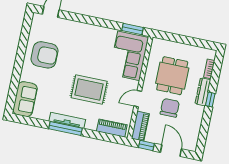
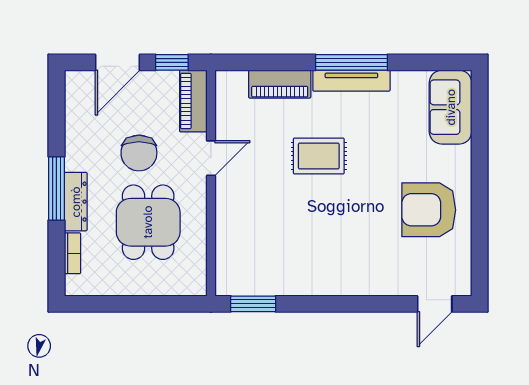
corner sofa: (129, 56) -> (249, 245), removed
rug: (89, 89) -> (319, 156), width x0.73, depth x0.70
window: (210, 100) -> (56, 188), width x2.17
piano: (112, 128) -> (280, 84), moved
door: (171, 151) -> (118, 62), hinge flipped

